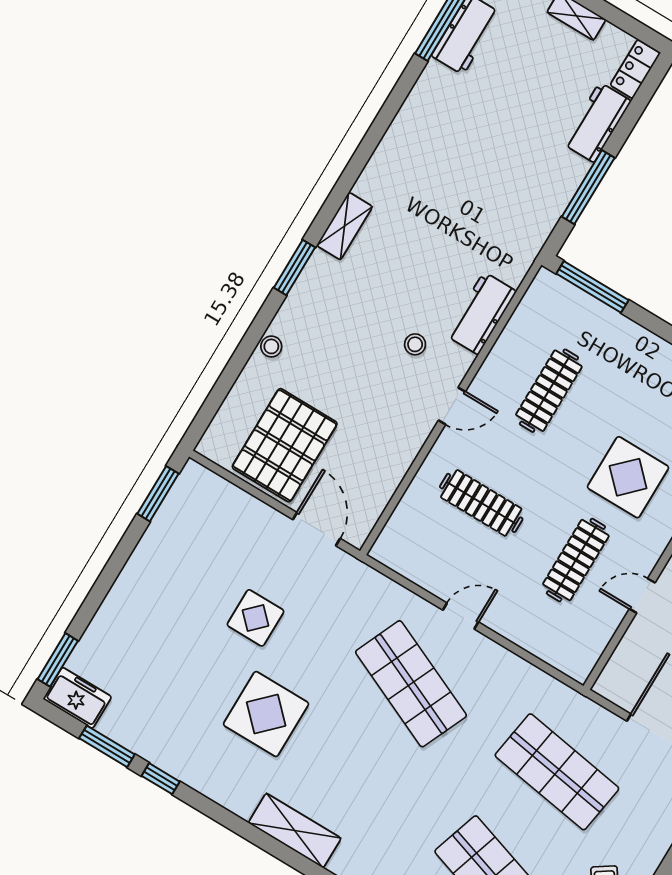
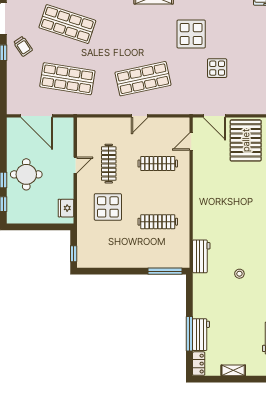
window: (588, 187) -> (189, 334), moved
workbench: (481, 313) -> (201, 256), moved
stool: (415, 344) -> (239, 274), moved
clothes rail: (549, 391) -> (158, 222), turned 90
door: (452, 406) -> (191, 141), moved
shop shelf: (411, 684) -> (143, 79), turned -36

